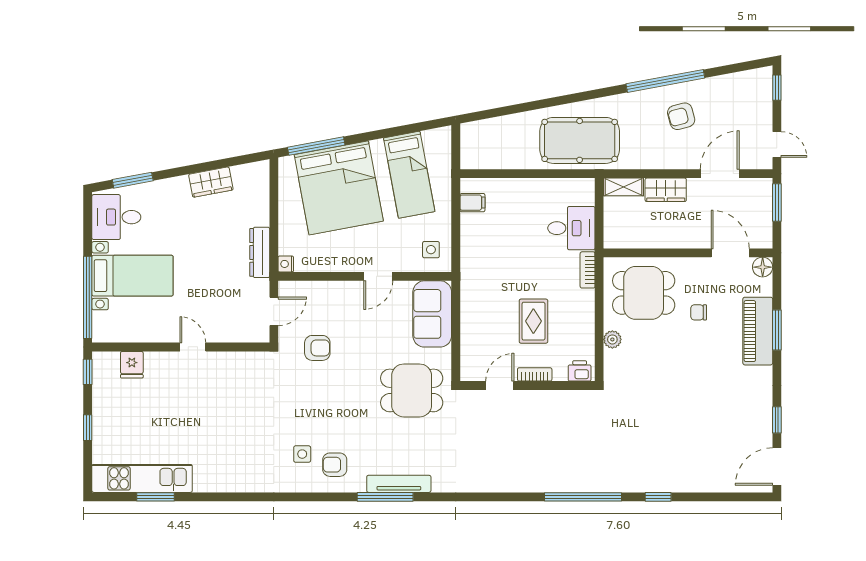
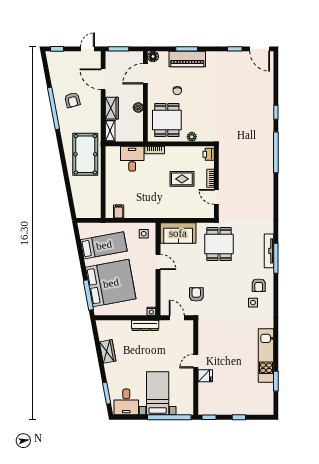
boiler: (667, 239) -> (138, 107), added
fridge: (132, 365) -> (205, 376), moved
kitchen unit: (142, 478) -> (266, 356), moved

